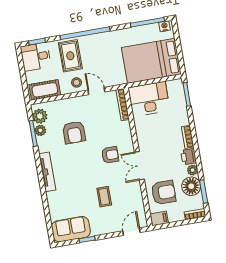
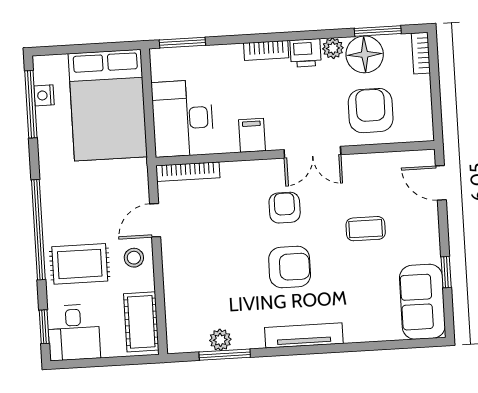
nightstand: (165, 26) -> (44, 95), moved
plant: (40, 116) -> (192, 338), removed
armchair: (74, 132) -> (290, 267), moved
filing cabinet: (159, 218) -> (252, 135), moved

